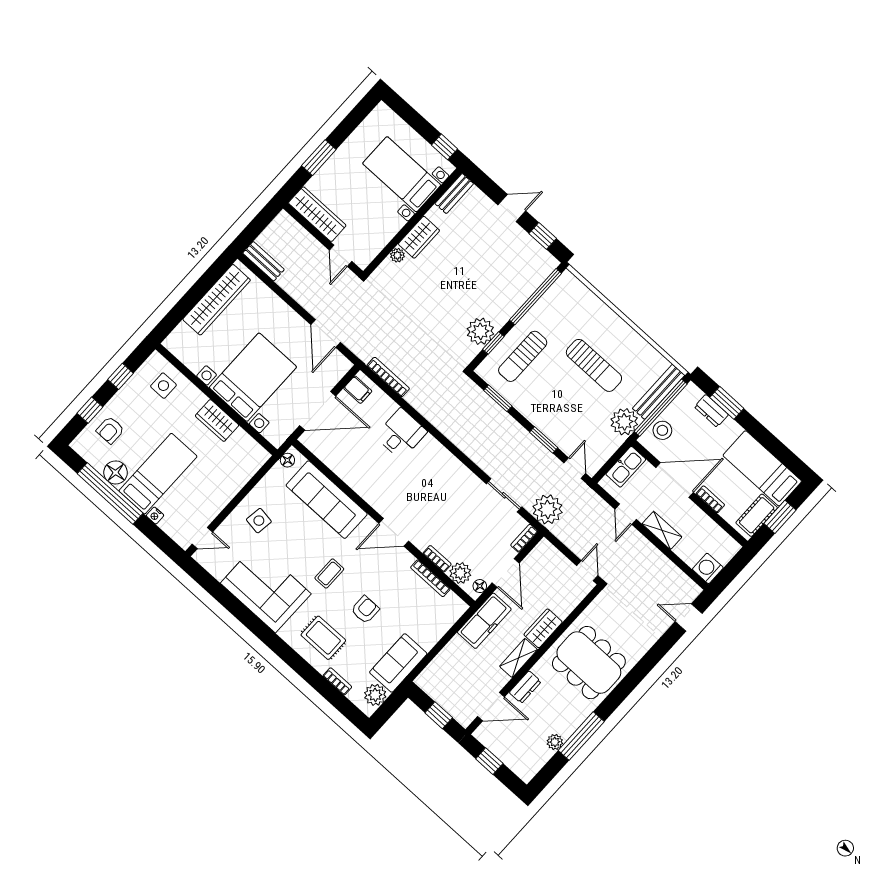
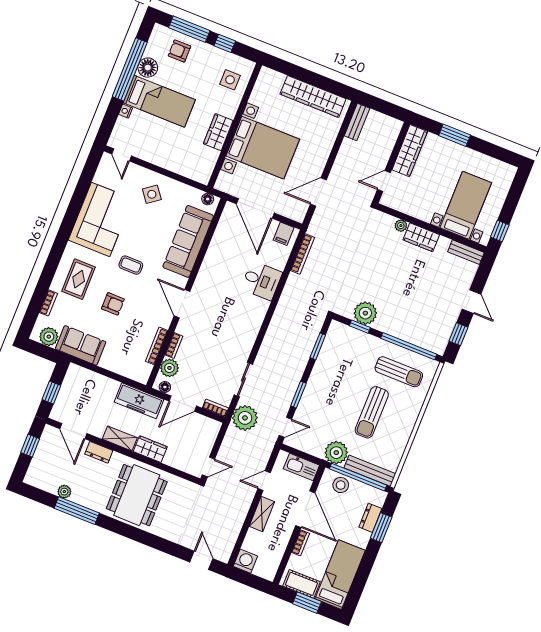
sun lounger: (523, 356) -> (399, 372), moved, turned 180
window: (90, 410) -> (189, 29), width x2.17
side table: (259, 521) -> (152, 194), turned 45

